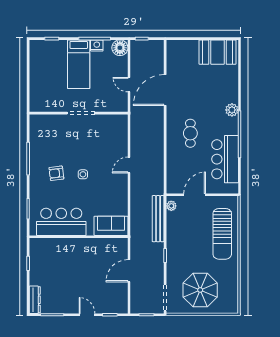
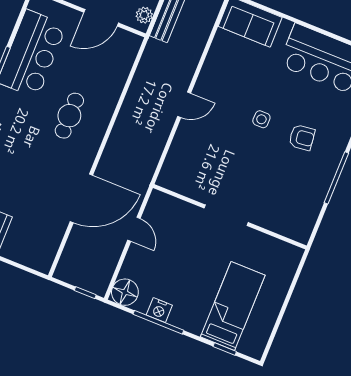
bed: (79, 64) -> (233, 306), moved

